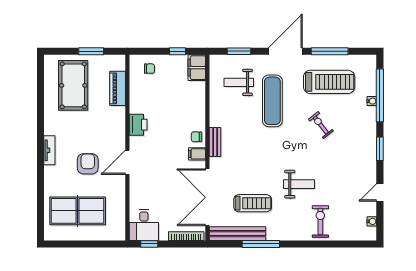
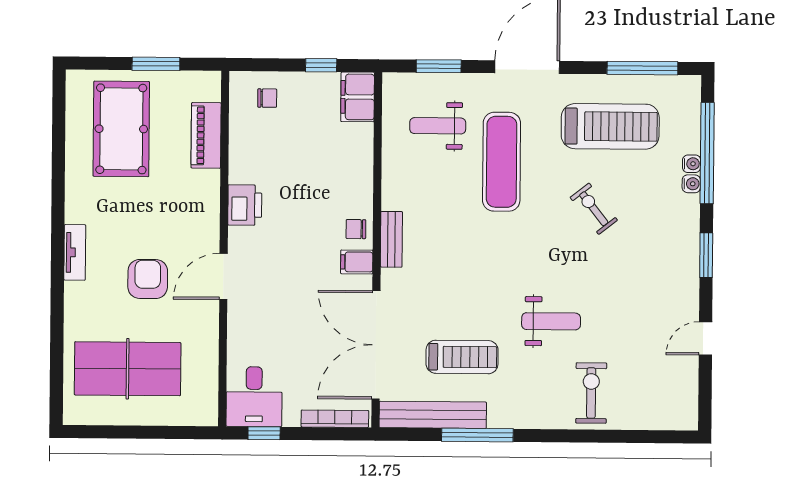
window: (330, 51) -> (642, 68), moved
water cooler: (372, 221) -> (691, 184), moved

